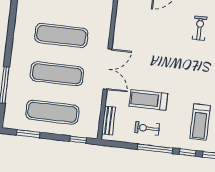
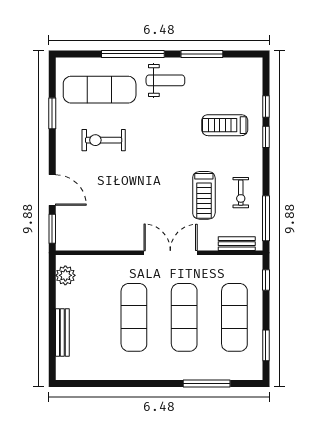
exercise bike: (200, 28) -> (104, 140), width x1.38, depth x1.39
treadmill: (200, 122) -> (225, 125), turned 180
window: (155, 149) -> (266, 218), moved

